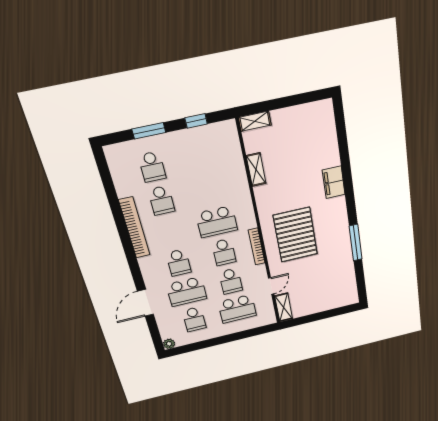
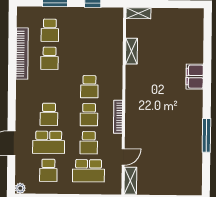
school desk: (217, 222) -> (89, 87), width x0.54
bookcase: (134, 228) -> (22, 54), moved
pallet: (295, 235) -> (154, 115), removed

